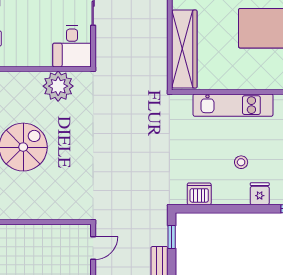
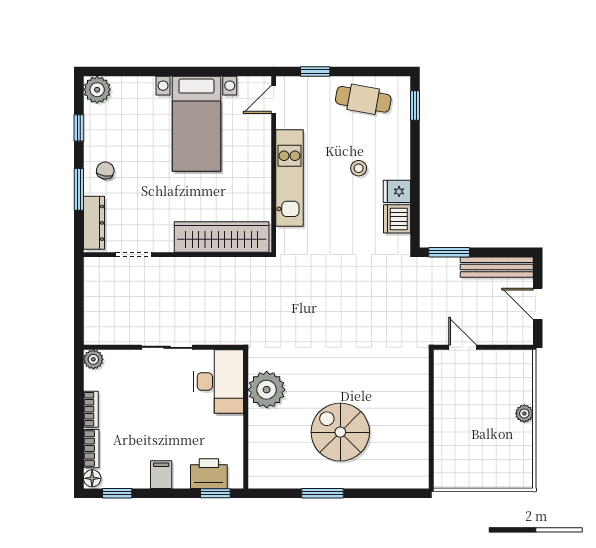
desk: (72, 46) -> (218, 382), width x1.37
fridge: (260, 194) -> (397, 191), moved
window: (172, 237) -> (449, 252), width x1.50

